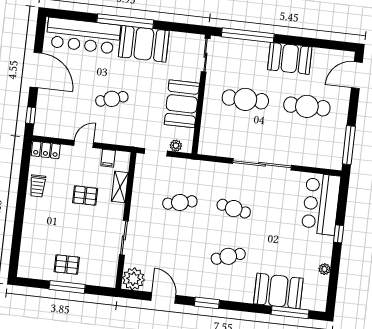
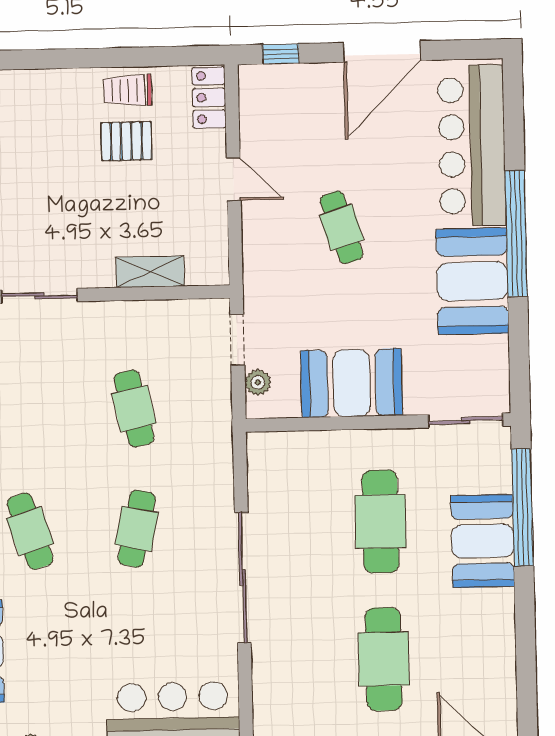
booth: (290, 58) -> (483, 541), moved
filing cabinet: (108, 158) -> (210, 237), removed
pallet: (85, 196) -> (126, 141), moved, turned 90

